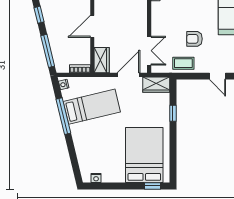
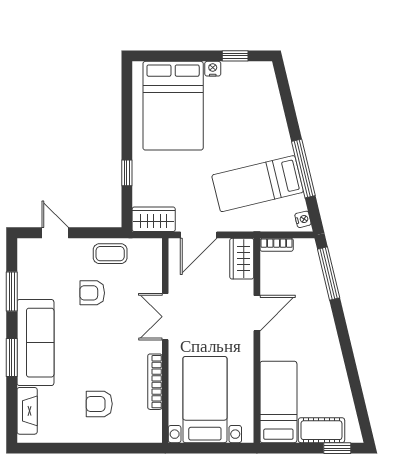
window: (39, 15) -> (343, 332), removed
armchair: (194, 39) -> (92, 293), turned 180
double door: (149, 51) -> (165, 317), moved
nightstand: (96, 178) -> (213, 69), moved
window: (153, 186) -> (235, 56), moved

